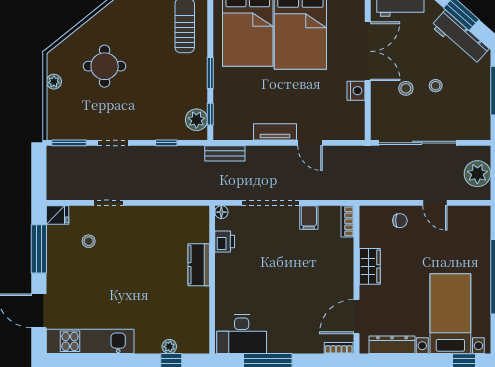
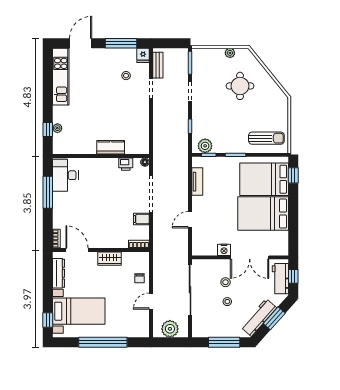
tv unit: (275, 132) -> (197, 182), moved
bench: (225, 153) -> (158, 65), moved

